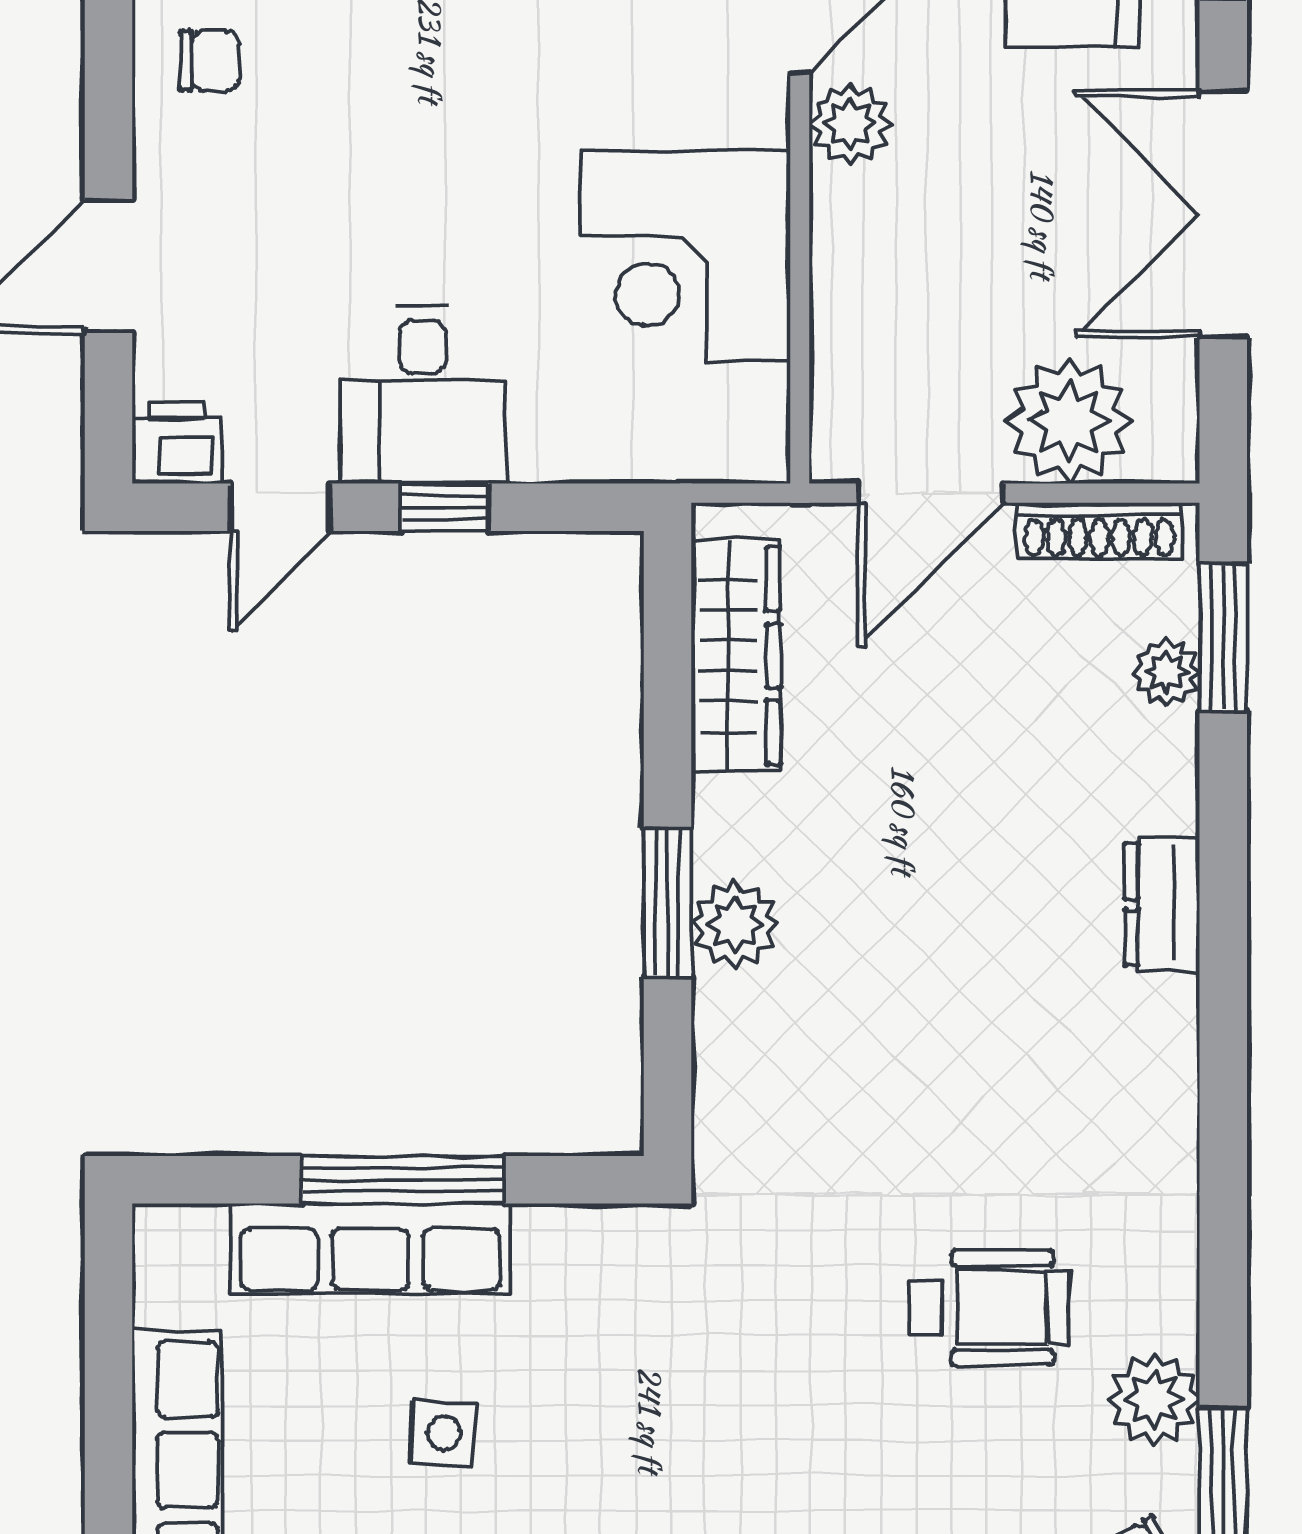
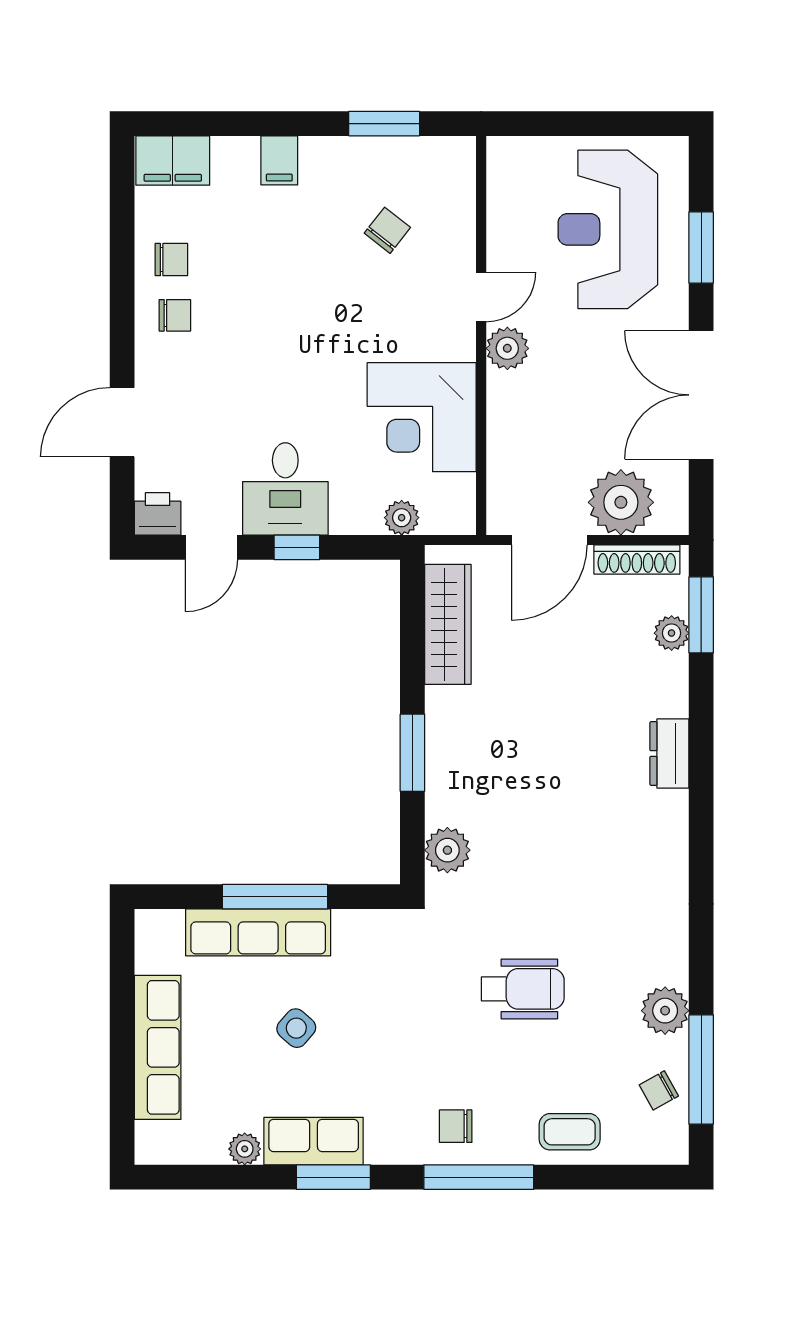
plant: (647, 450) -> (402, 518), added
plant: (735, 924) -> (447, 850), moved
wheelchair: (990, 1308) -> (523, 989), moved
side table: (444, 1433) -> (296, 1028), turned 37

